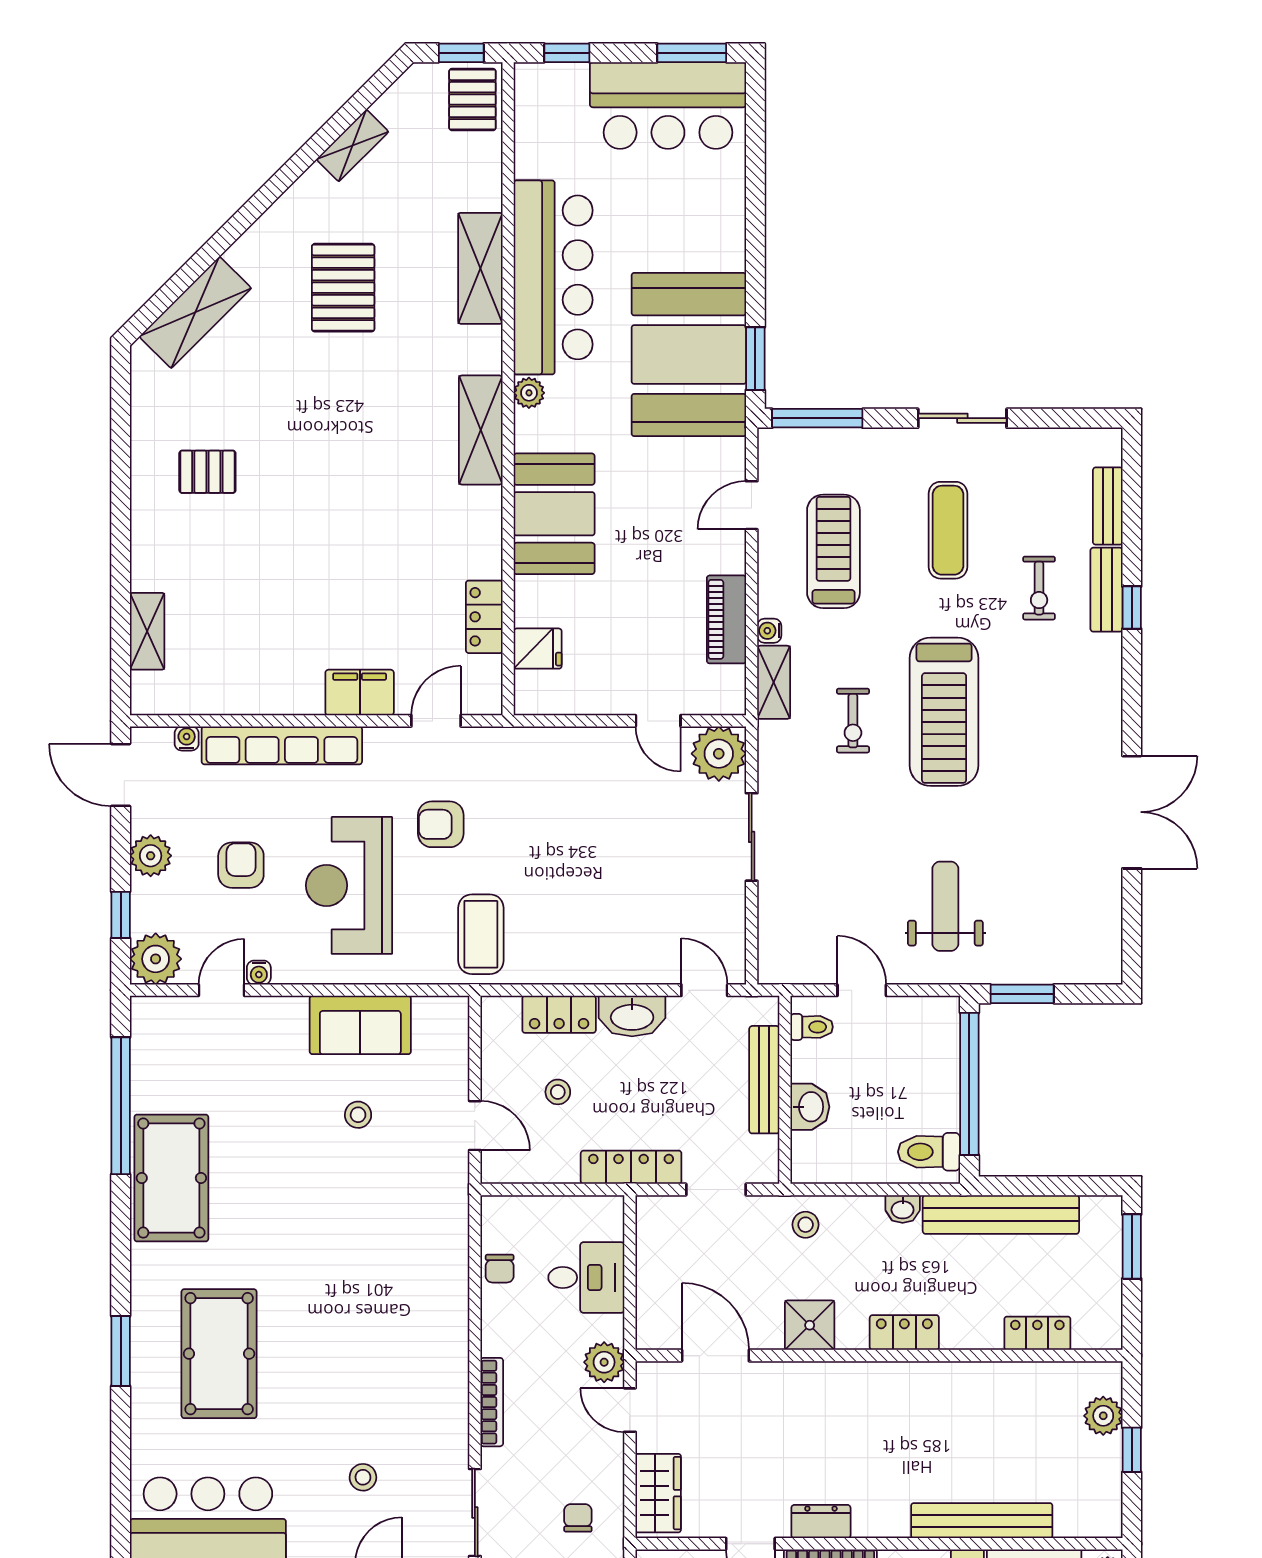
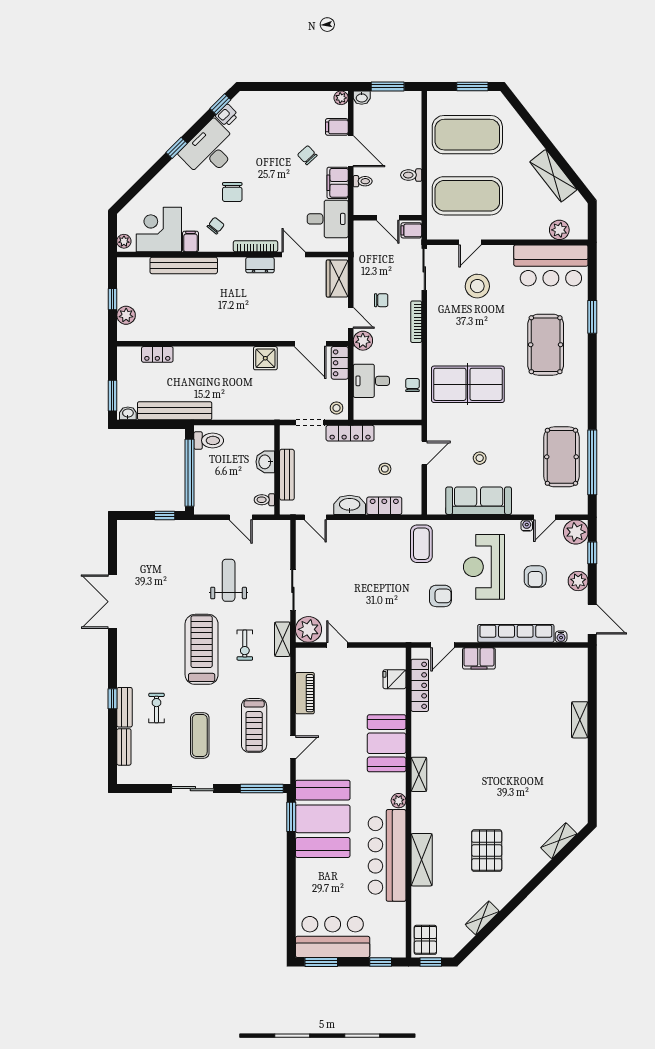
shelving: (195, 312) -> (559, 841), width x0.67, depth x0.75
shelving: (481, 430) -> (419, 774), width x0.67, depth x0.75
pallet: (207, 472) -> (551, 763), removed
locker: (484, 617) -> (420, 685), width x1.53
shelving: (147, 631) -> (580, 720), moved
water cooler: (769, 631) -> (285, 688), removed
shelving: (774, 682) -> (282, 639), moved
exercise bike: (853, 721) -> (245, 645), turned 180
reception desk: (349, 885) -> (484, 567), turned 180
weight bench: (945, 906) -> (229, 580), moved, turned 180
window: (1022, 994) -> (165, 515), width x0.67
sofa: (360, 1025) -> (479, 501), width x1.36
door: (475, 1126) -> (424, 453), swing flipped
pool table: (171, 1178) -> (561, 457), moved
washbasin: (903, 1209) -> (128, 413), moved
stool: (806, 1225) -> (337, 408), moved
table tennis table: (383, 1270) -> (468, 384), added
locker: (904, 1333) -> (340, 363), moved, turned 90
window: (121, 1351) -> (592, 317), moved
stool: (363, 1477) -> (477, 286), width x1.89, depth x1.89
chair: (578, 1518) -> (381, 300), moved, turned -90

